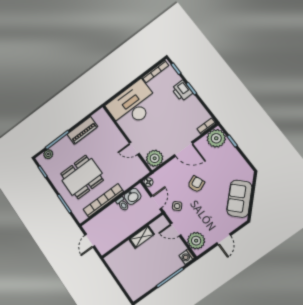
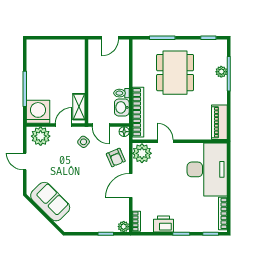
printer: (182, 91) -> (163, 224), moved
piano: (82, 130) -> (219, 122), moved
plant: (216, 138) -> (124, 227), width x0.53, depth x0.53
door: (134, 148) -> (165, 141), hinge flipped
plant: (48, 154) -> (221, 72), moved
armchair: (196, 184) -> (116, 158), moved
bookcase: (103, 200) -> (138, 112), moved
shelving: (142, 237) -> (79, 107), moved
door: (90, 241) -> (110, 38), swing flipped
washing machine: (187, 257) -> (38, 112), width x1.89, depth x1.89

